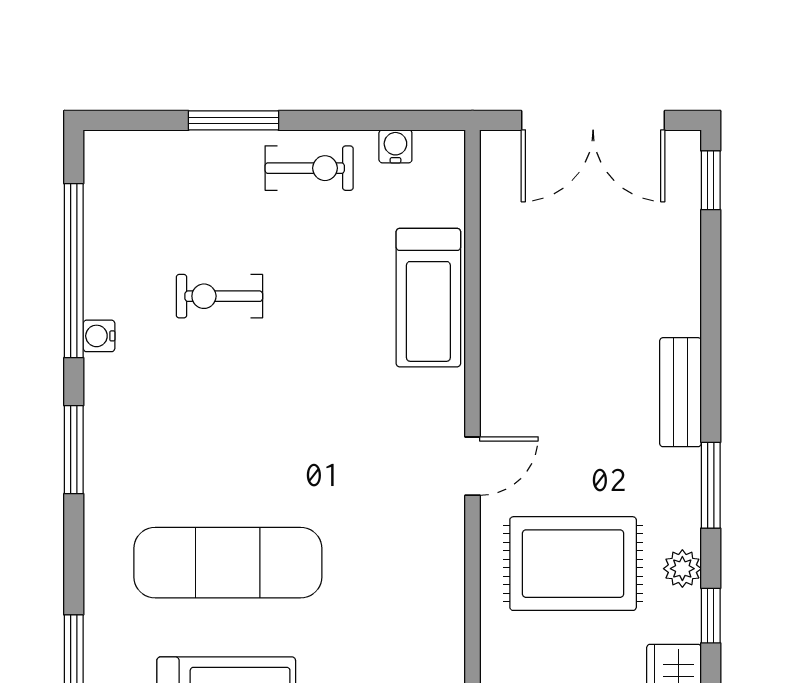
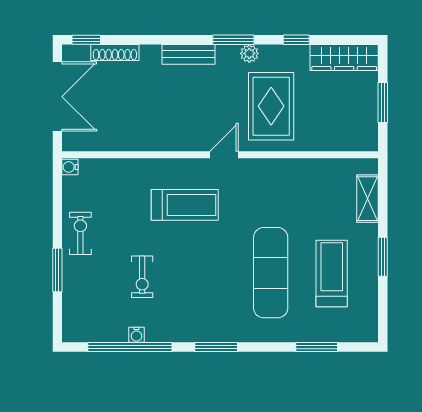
water cooler: (395, 146) -> (70, 167), moved
shoe rack: (684, 240) -> (115, 53), added
treadmill: (428, 298) -> (185, 205), moved
water cooler: (99, 336) -> (137, 335), moved
door: (472, 466) -> (224, 155), hinge flipped
plant: (682, 569) -> (249, 53), moved

